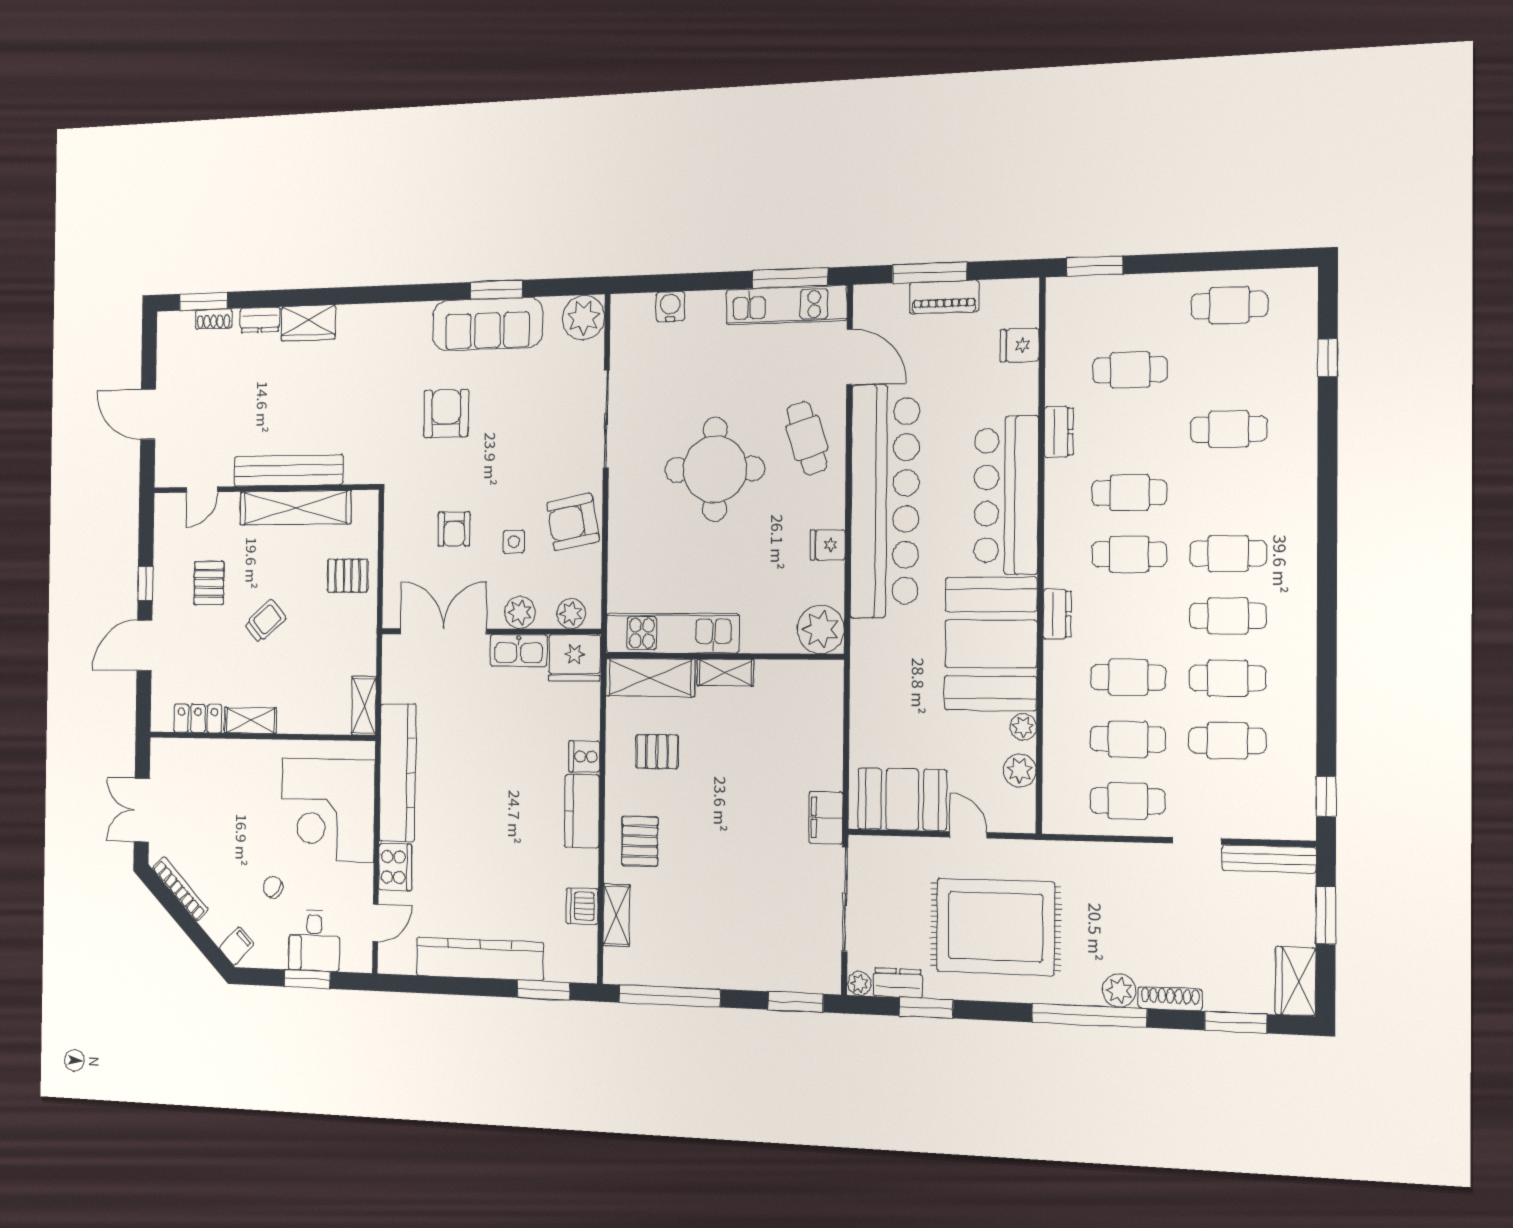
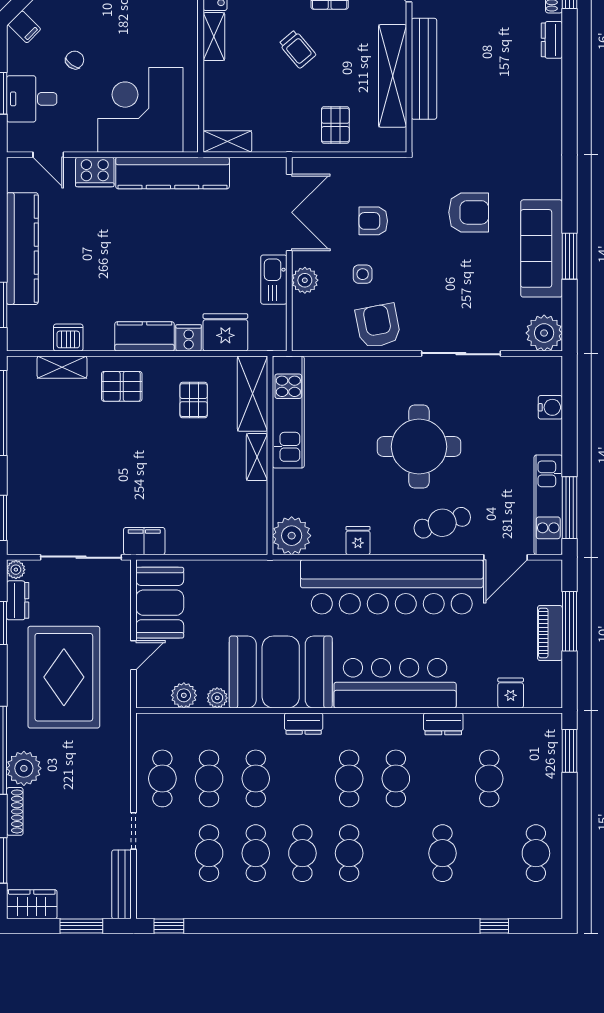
wardrobe: (308, 323) -> (548, 85), removed
plant: (571, 614) -> (304, 325), removed
fridge: (574, 658) -> (225, 332), moved, turned 90
plant: (1119, 991) -> (24, 768), width x1.36, depth x1.36

